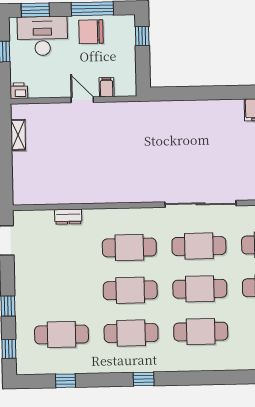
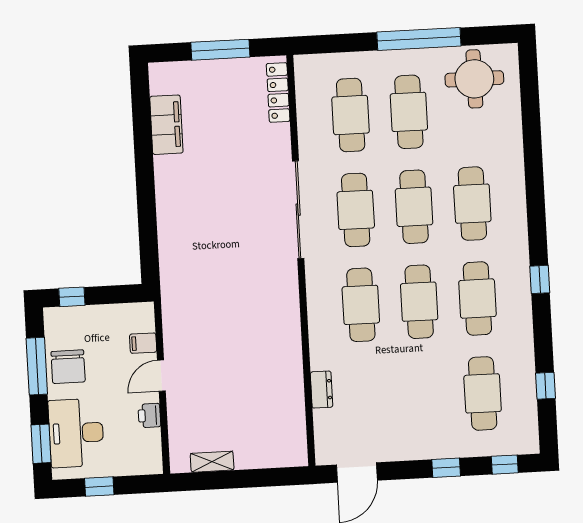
printer: (19, 91) -> (149, 415), moved

